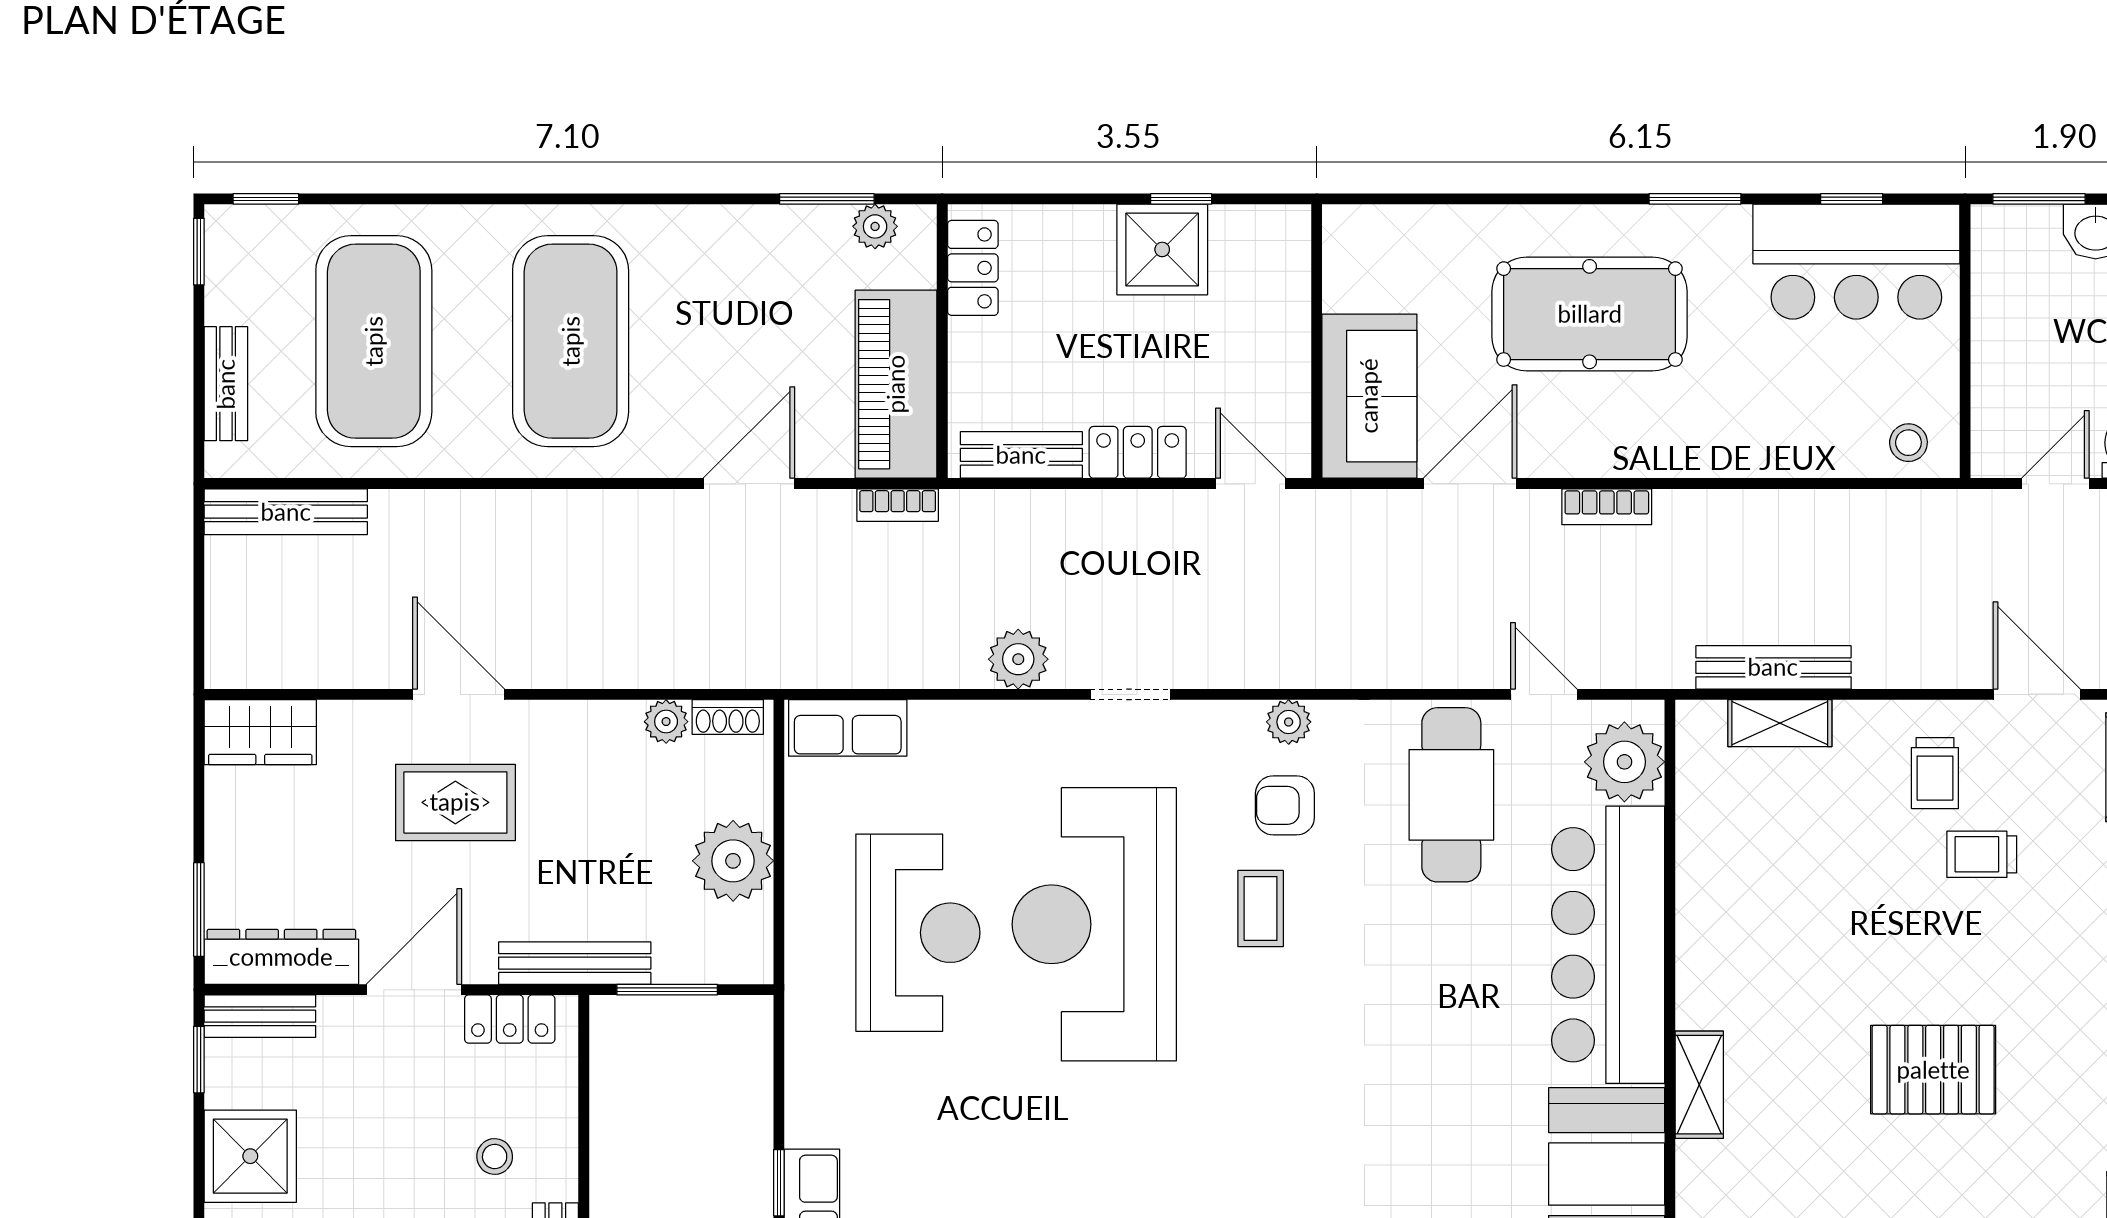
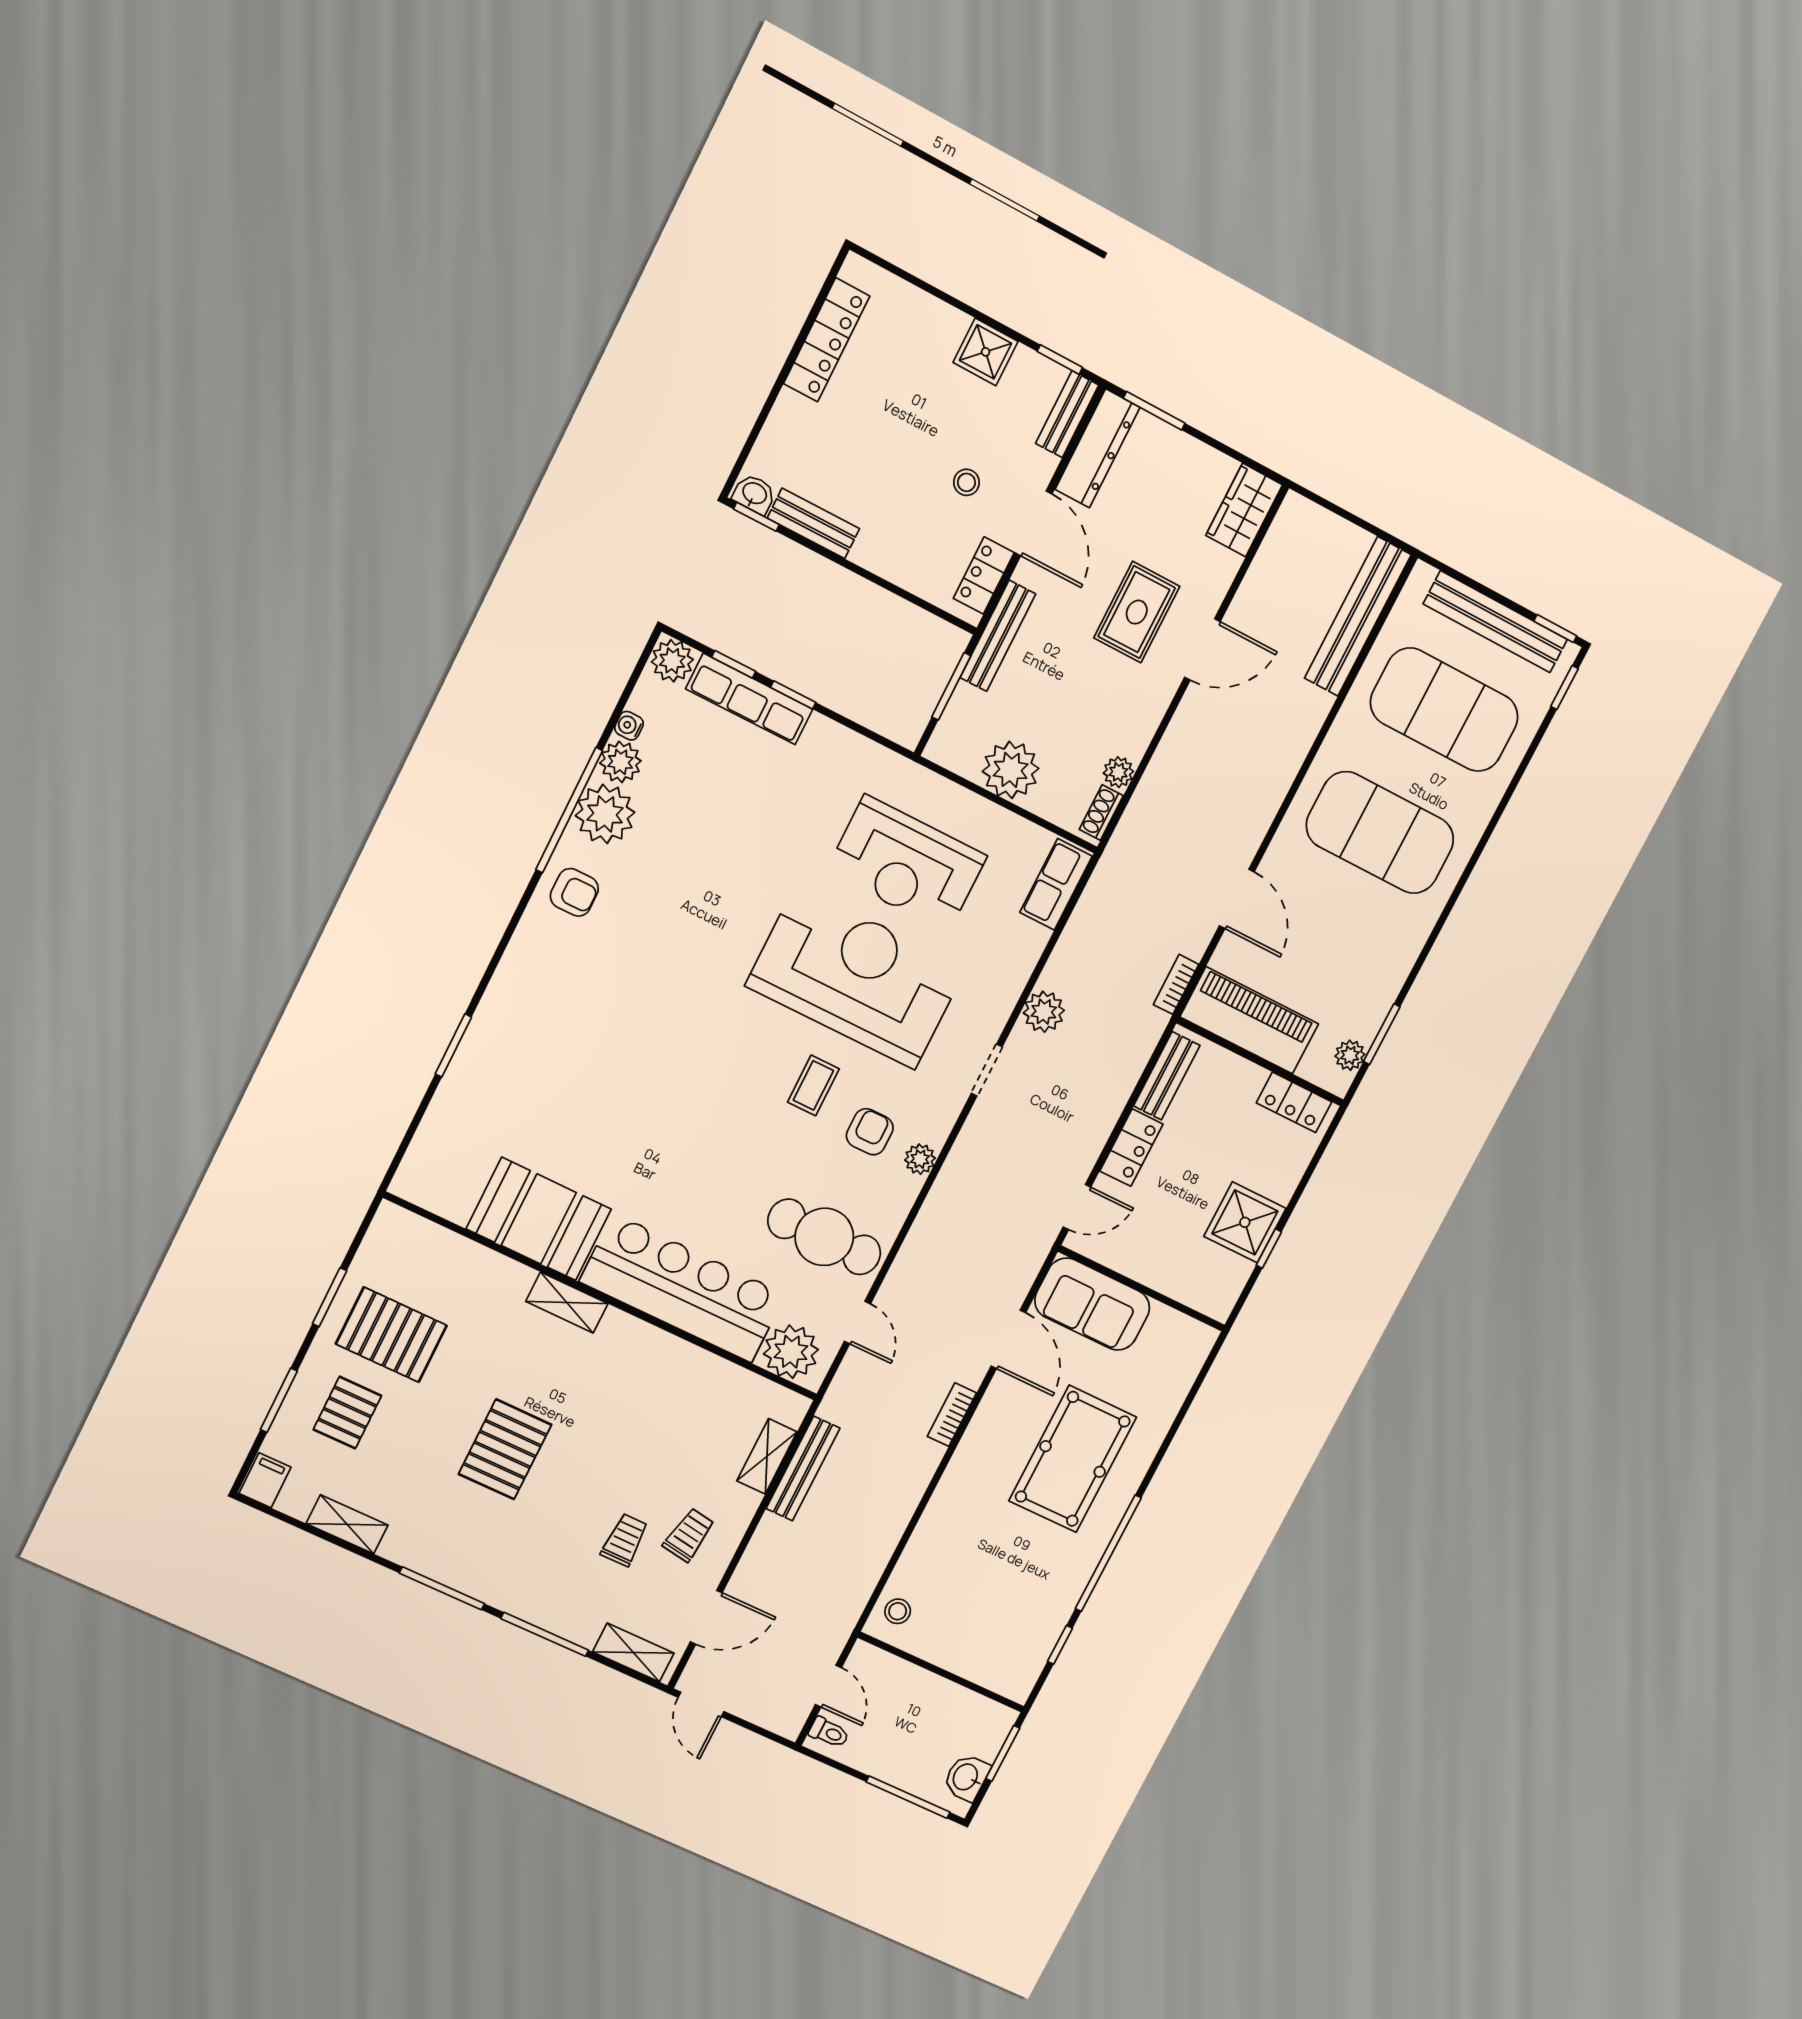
window: (1695, 199) -> (1108, 1553), width x2.11
bar counter: (1856, 262) -> (1021, 1630), removed
bench: (226, 384) -> (1495, 622), width x1.86, depth x1.21
bench: (286, 512) -> (1358, 617), width x1.37, depth x1.21
door: (1544, 694) -> (857, 1323), hinge flipped
trolley: (1935, 773) -> (689, 1535), turned 99
coffee table: (1261, 908) -> (813, 1085), turned 90
shower: (250, 1156) -> (986, 352), width x0.73, depth x0.73
stool: (495, 1156) -> (966, 482), moved

